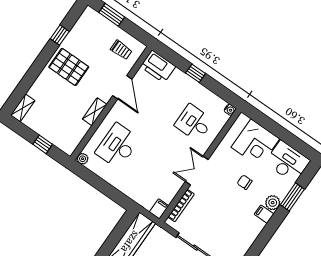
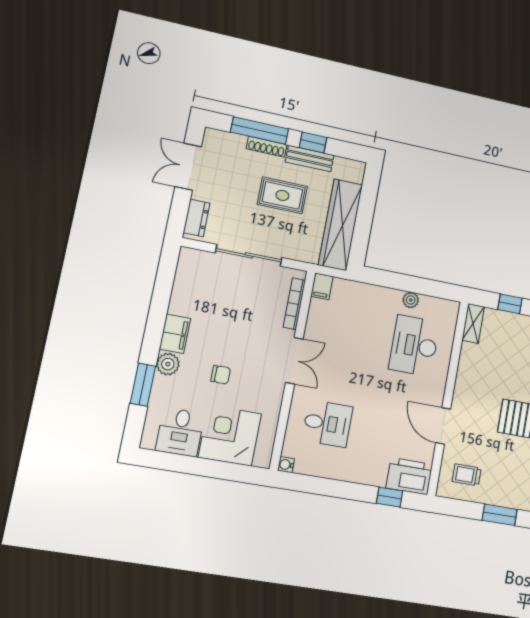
window: (196, 73) -> (390, 497), moved
shelving: (95, 112) -> (473, 323), moved
desk: (118, 146) -> (414, 346), turned 180
plant: (83, 159) -> (411, 300), moved
desk: (287, 162) -> (180, 432), width x0.73
filing cabinet: (264, 214) -> (175, 334), width x2.00

